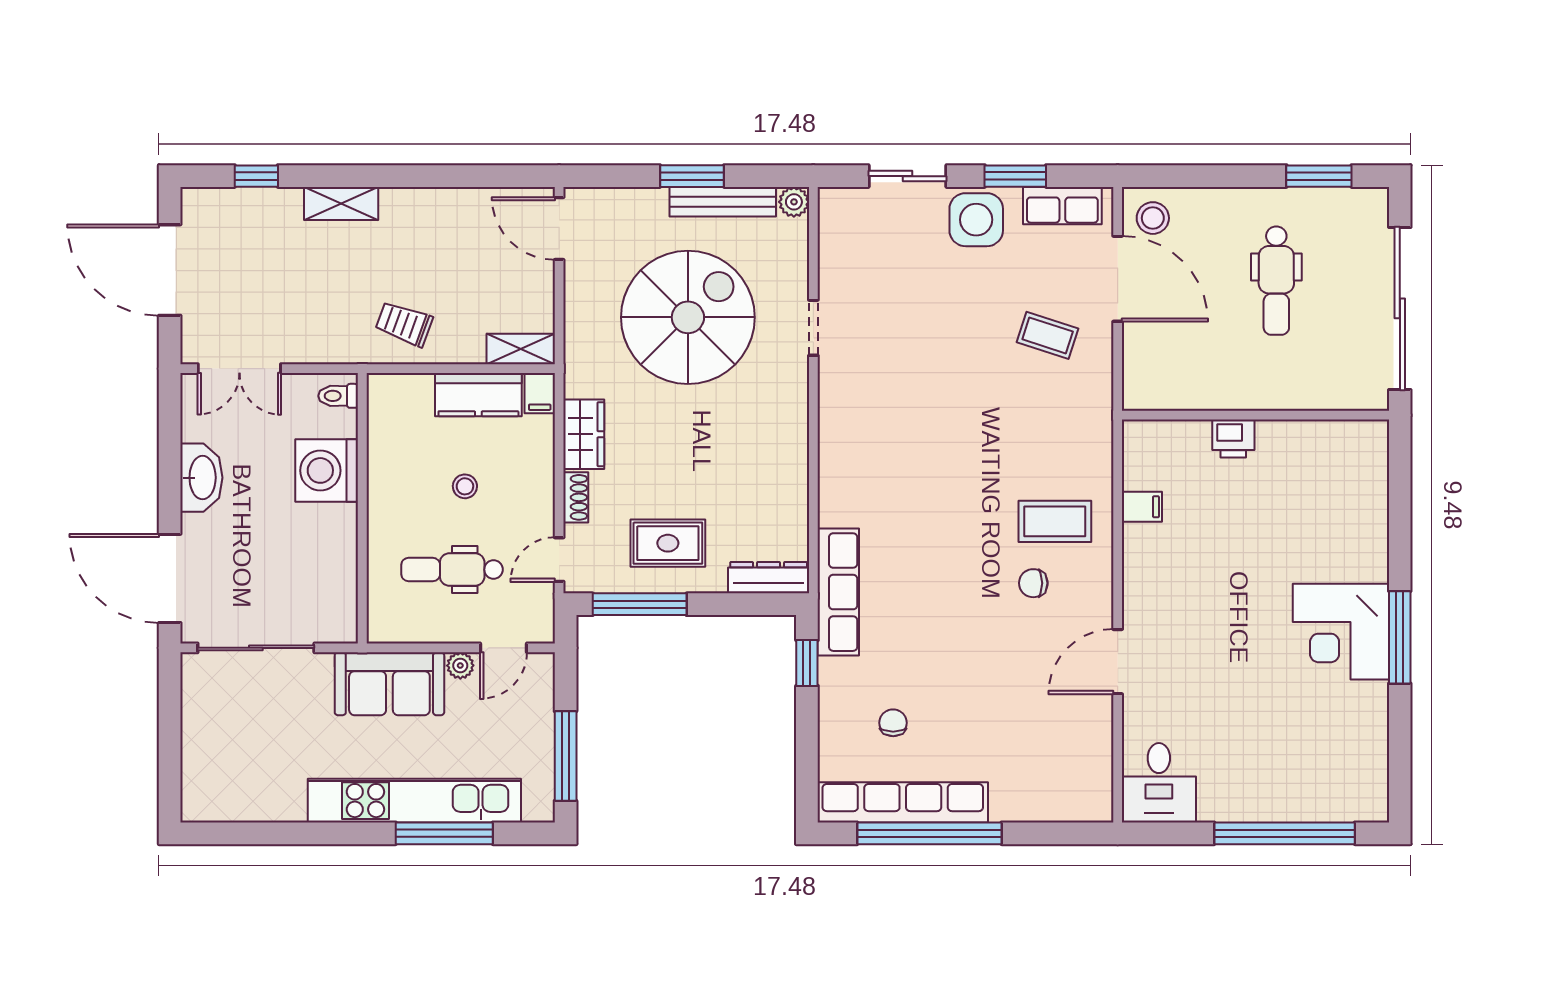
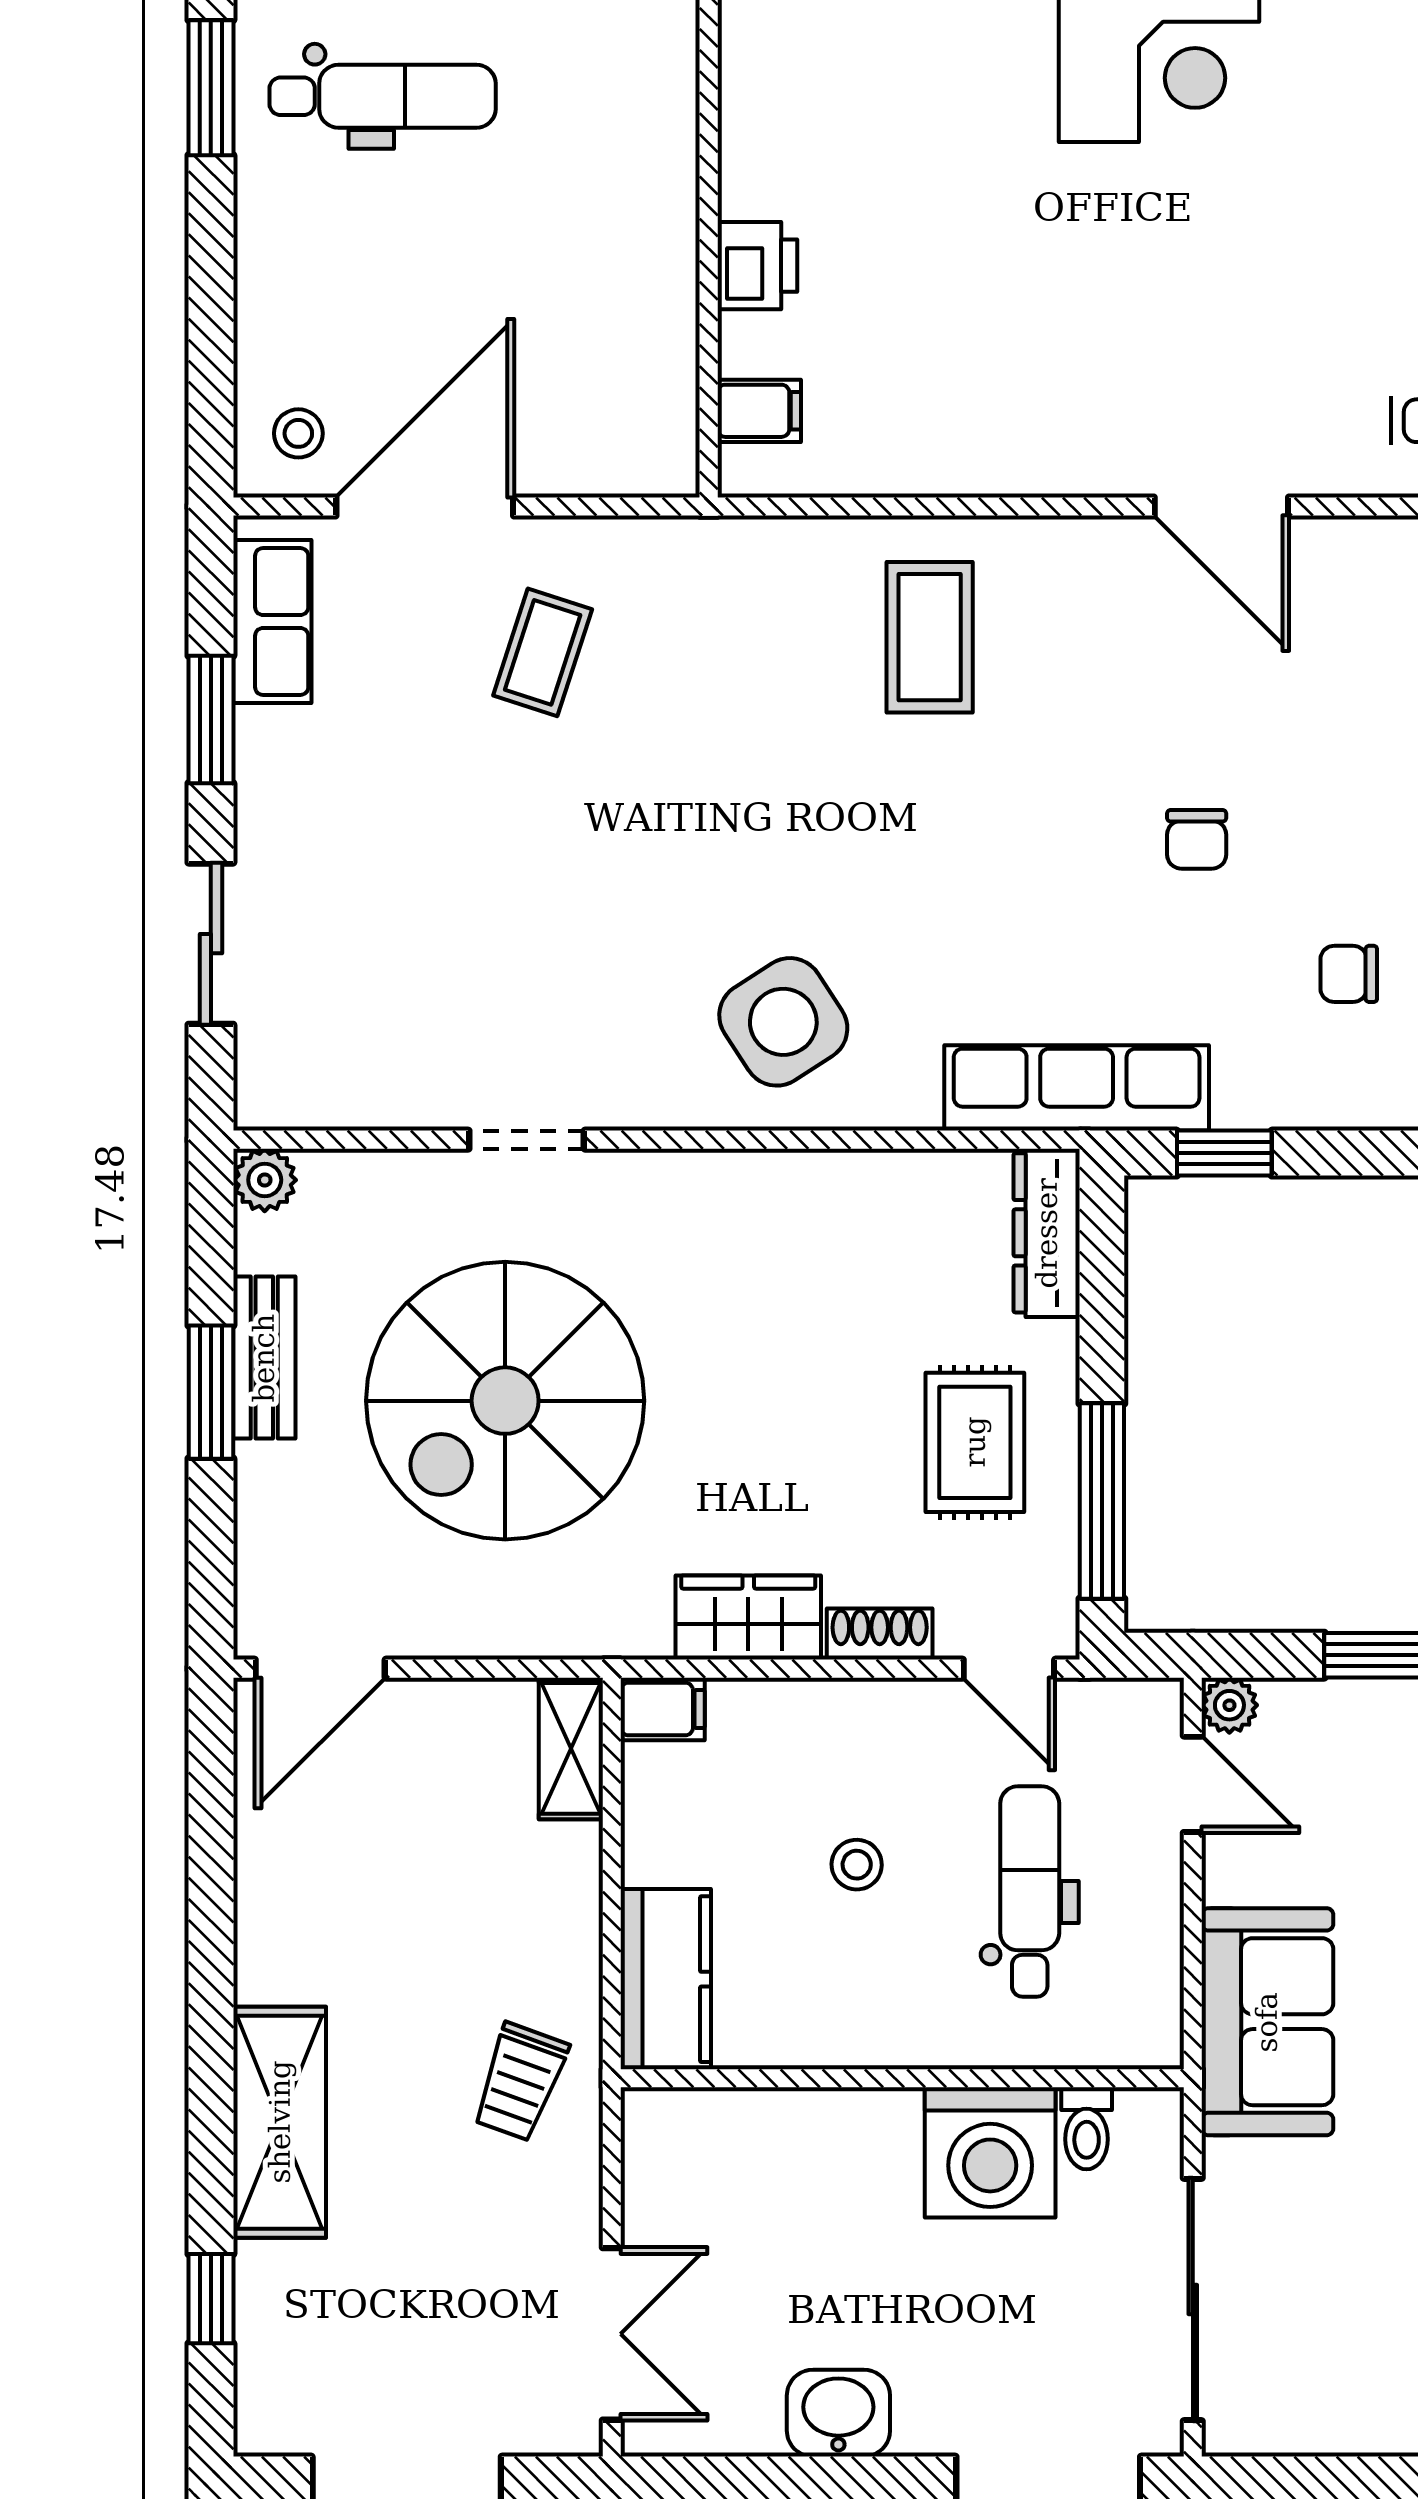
bench: (723, 202) -> (264, 1358), width x0.73
shelving: (341, 203) -> (280, 2122), width x1.50, depth x1.33
stool: (1153, 218) -> (298, 433), width x0.73, depth x0.73
side table: (976, 220) -> (783, 1022), moved, turned -33
dental chair: (1276, 281) -> (383, 96), moved
spiral stairs: (688, 317) -> (505, 1401), turned -90
trolley: (404, 324) -> (520, 2082), moved
kitchen counter: (478, 395) -> (666, 1979), moved
toilet: (338, 396) -> (1087, 2128), moved
washing machine: (327, 470) -> (990, 2152), moved
washbasin: (201, 478) -> (838, 2413), width x0.72
filing cabinet: (1142, 507) -> (759, 411), moved, turned 90
dental chair: (452, 570) -> (1030, 1891), turned 180
chair: (1033, 583) -> (1197, 839), moved
plant: (460, 665) -> (1229, 1705), moved

